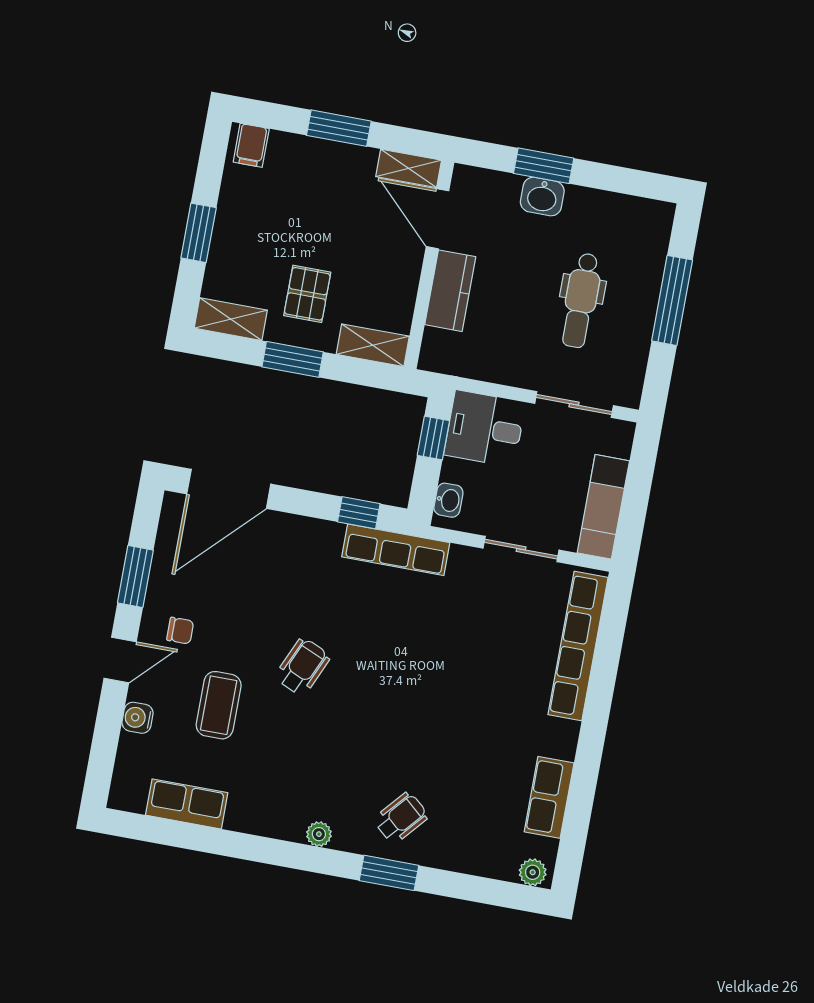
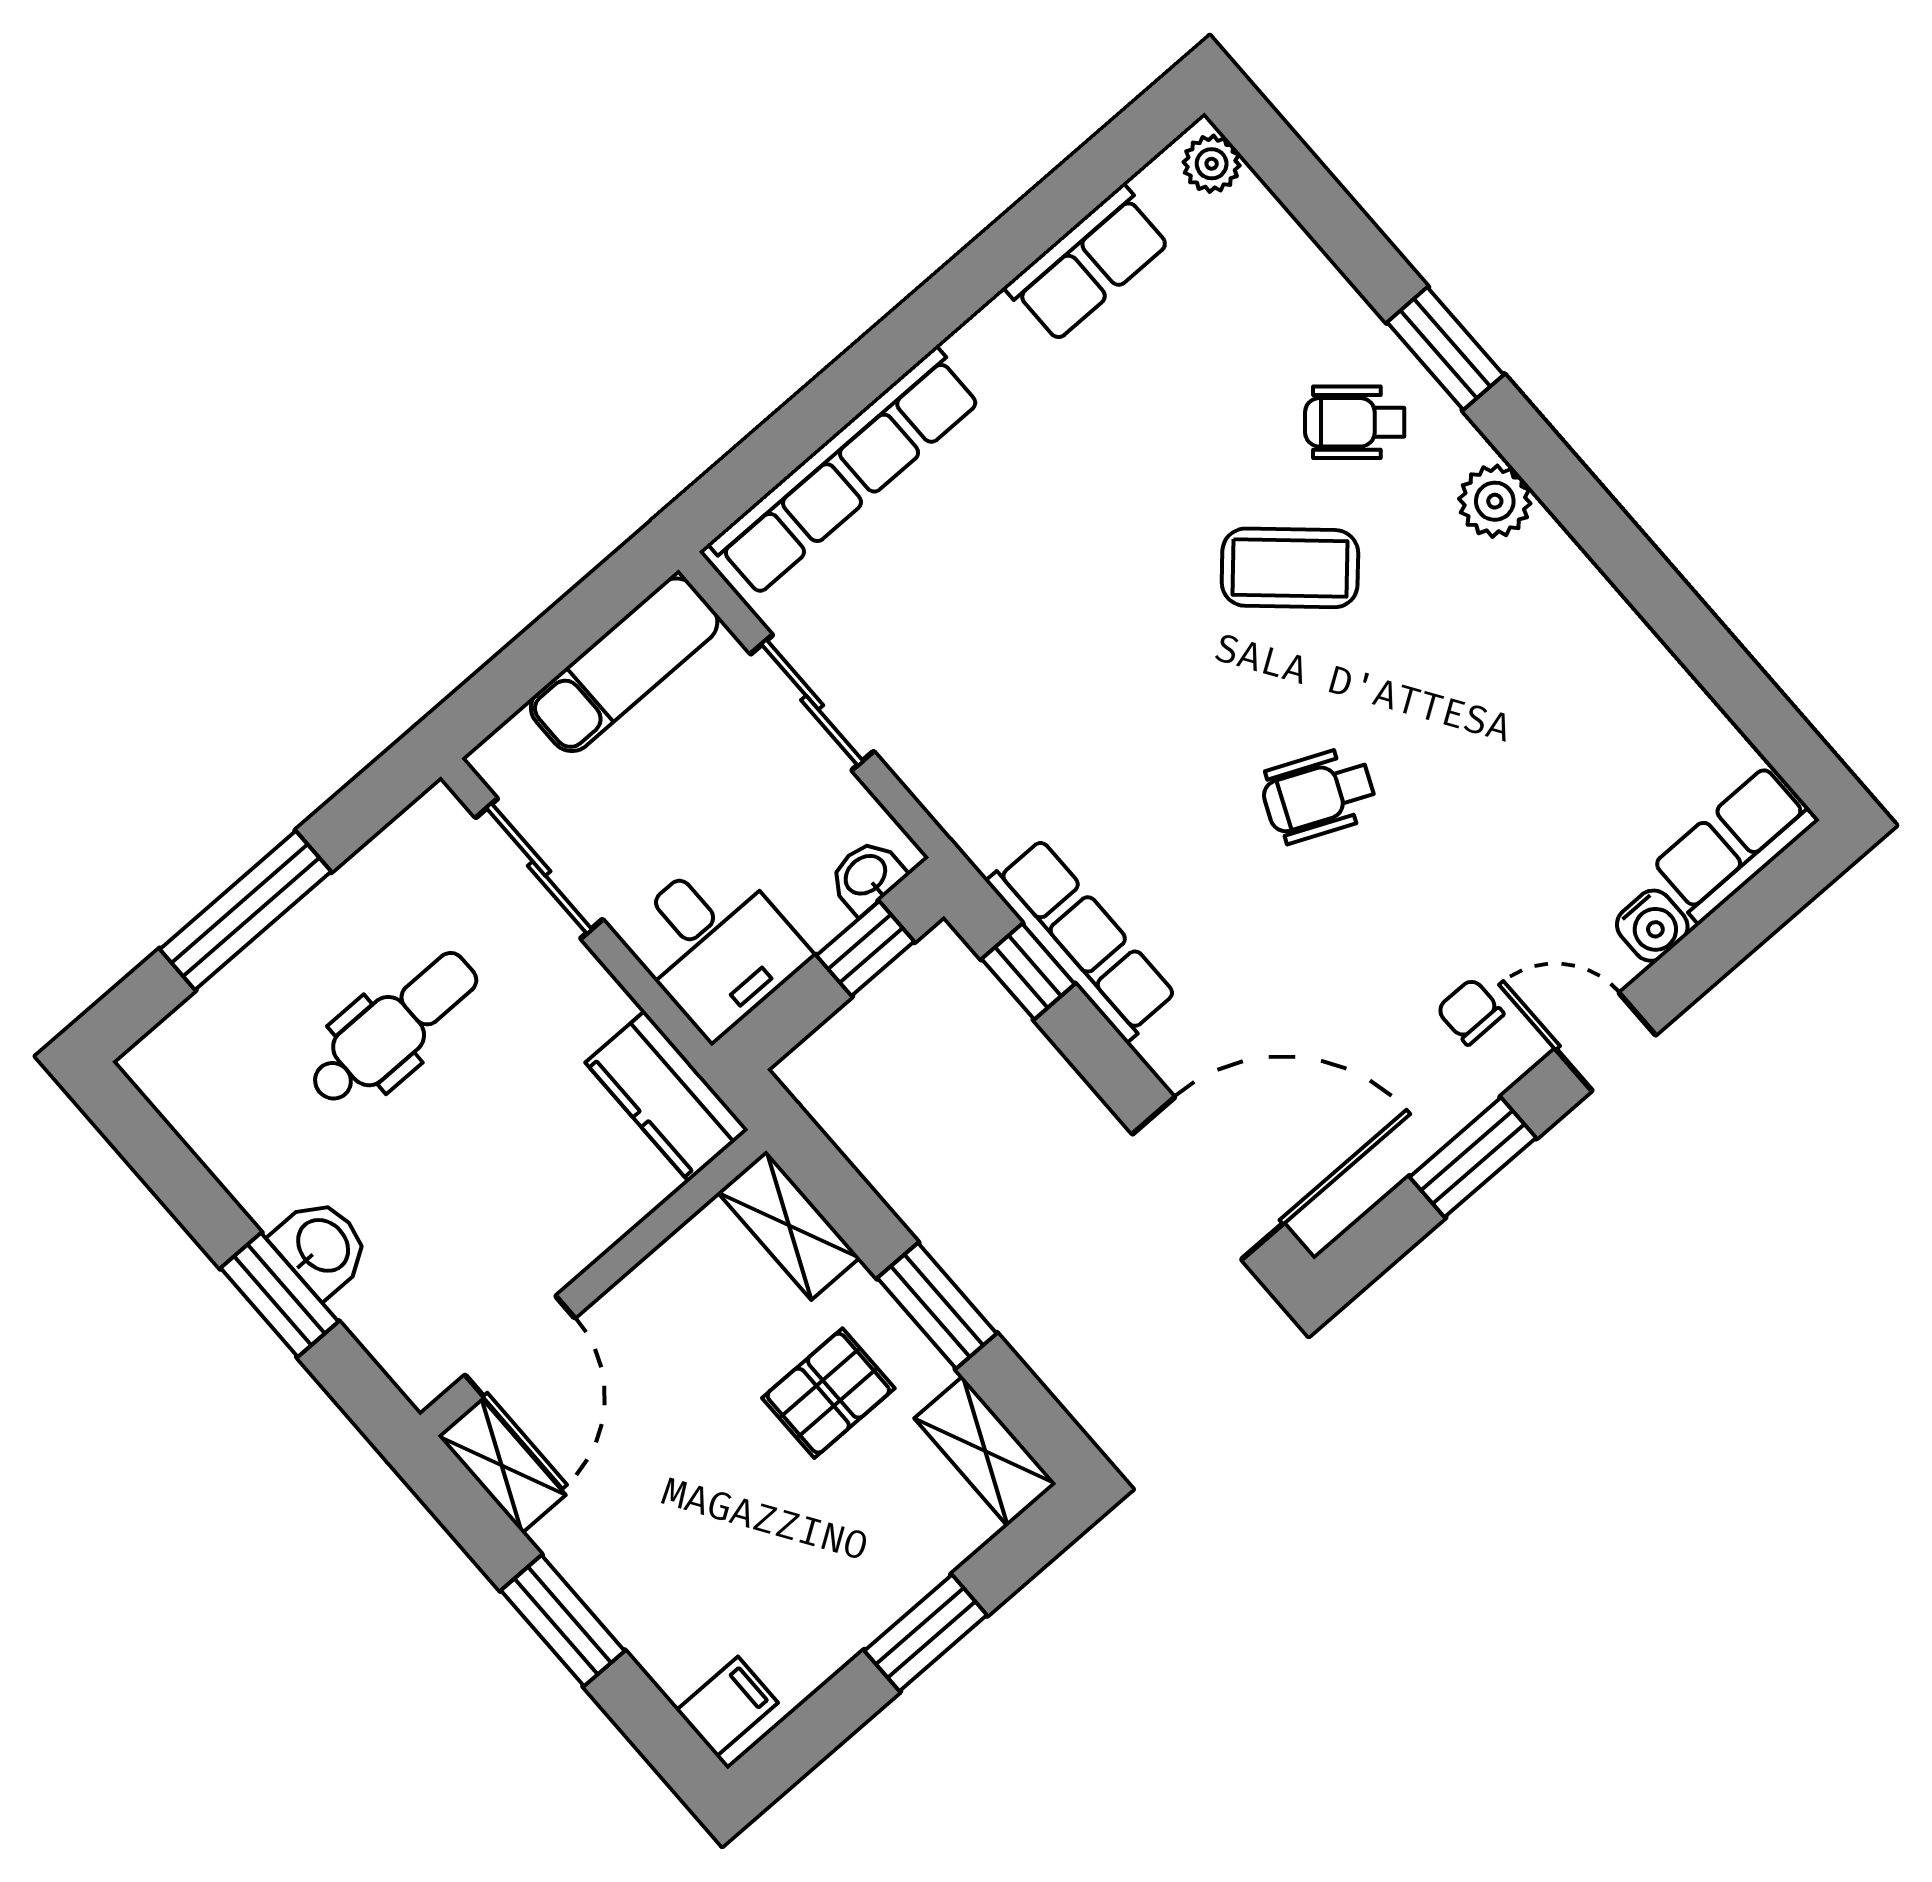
kitchen counter: (450, 291) -> (667, 1096), moved, turned -90
window: (433, 438) -> (865, 949), moved
row of seats: (396, 550) -> (1082, 939), moved
coffee table: (219, 705) -> (1290, 568), moved, turned 42
row of seats: (187, 804) -> (1734, 844), moved, turned 90
plant: (319, 834) -> (1495, 501), width x1.38, depth x1.38

